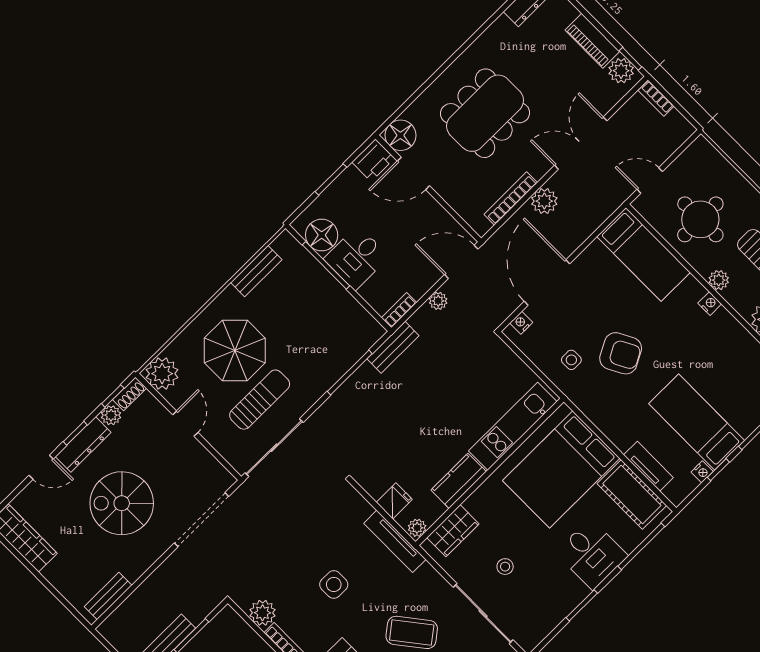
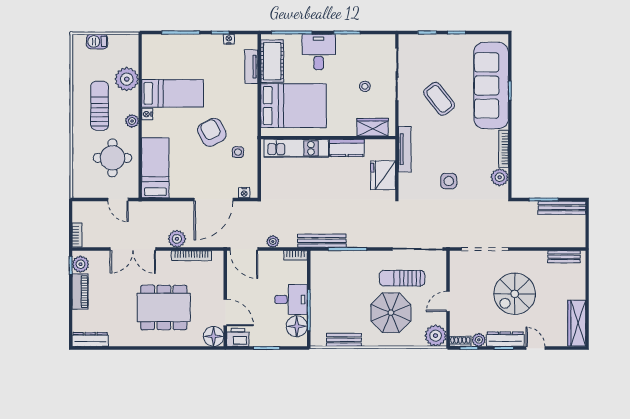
bench: (393, 347) -> (322, 241), width x1.36
bed: (697, 422) -> (173, 93), moved, turned -90
fridge: (394, 501) -> (383, 175), width x1.88, depth x1.34
spiral stairs: (122, 503) -> (515, 294), turned 90
plant: (417, 528) -> (388, 145), removed
side table: (334, 584) -> (449, 181), moved

